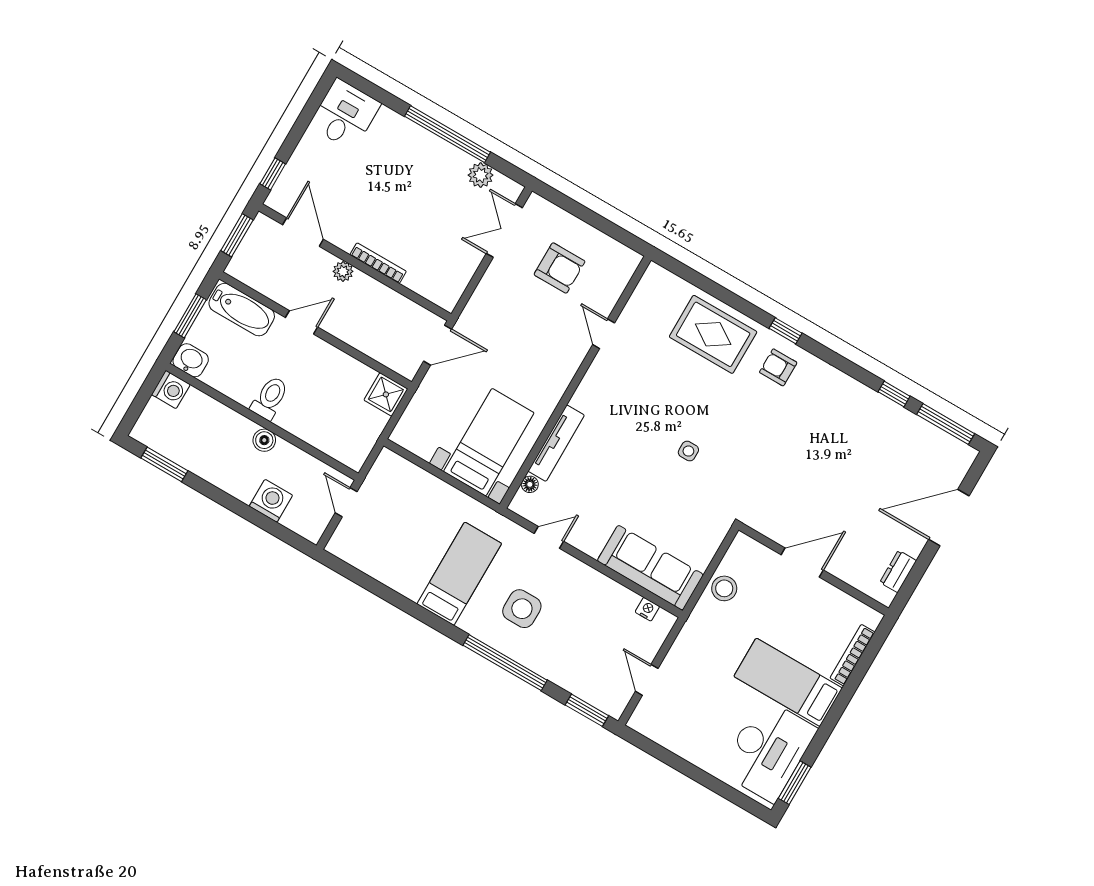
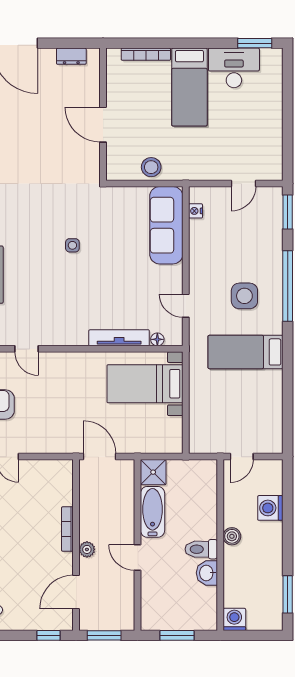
bathtub: (242, 310) -> (153, 512), moved
door: (604, 334) -> (27, 349), hinge flipped
washbasin: (191, 360) -> (207, 573), moved
desk: (768, 750) -> (234, 68), width x0.73, depth x0.77

